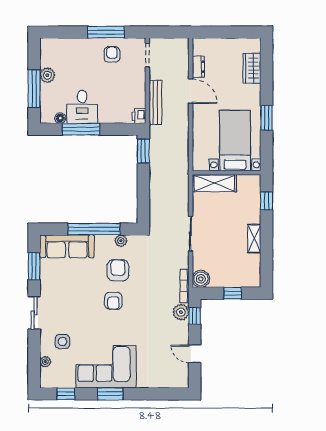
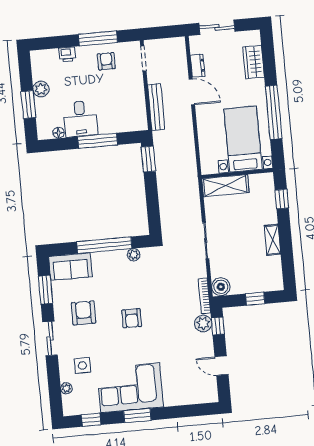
sliding door: (220, 32) -> (217, 27), added
window: (34, 89) -> (28, 105), width x0.69
printer: (139, 116) -> (67, 54), moved, turned -90
window: (266, 118) -> (274, 112), width x2.11
window: (81, 129) -> (98, 141), moved
sofa: (67, 246) -> (70, 266), width x0.73
armchair: (118, 270) -> (83, 313), moved

